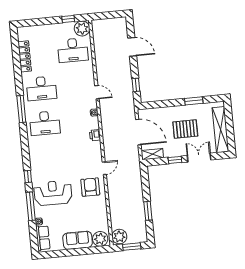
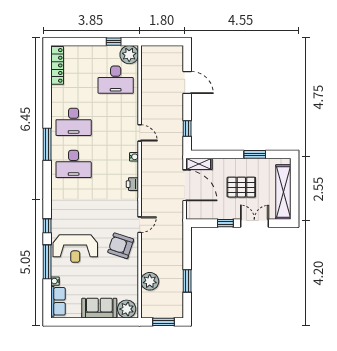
locker: (25, 56) -> (57, 65), moved
shelving: (152, 154) -> (199, 164), moved
armchair: (90, 187) -> (121, 246), turned -72
reception desk: (53, 193) -> (75, 249), turned 180
plant: (119, 237) -> (150, 281), moved

